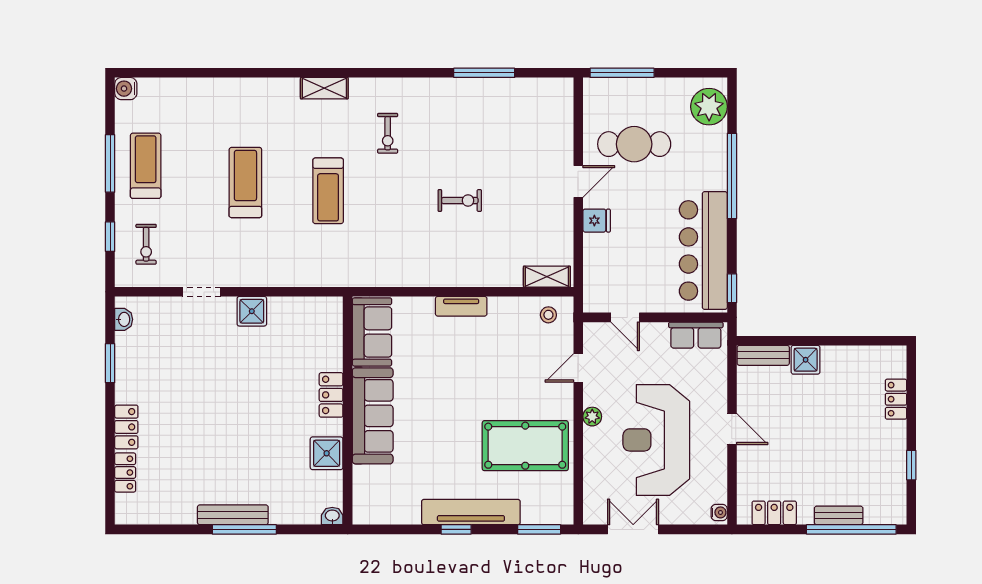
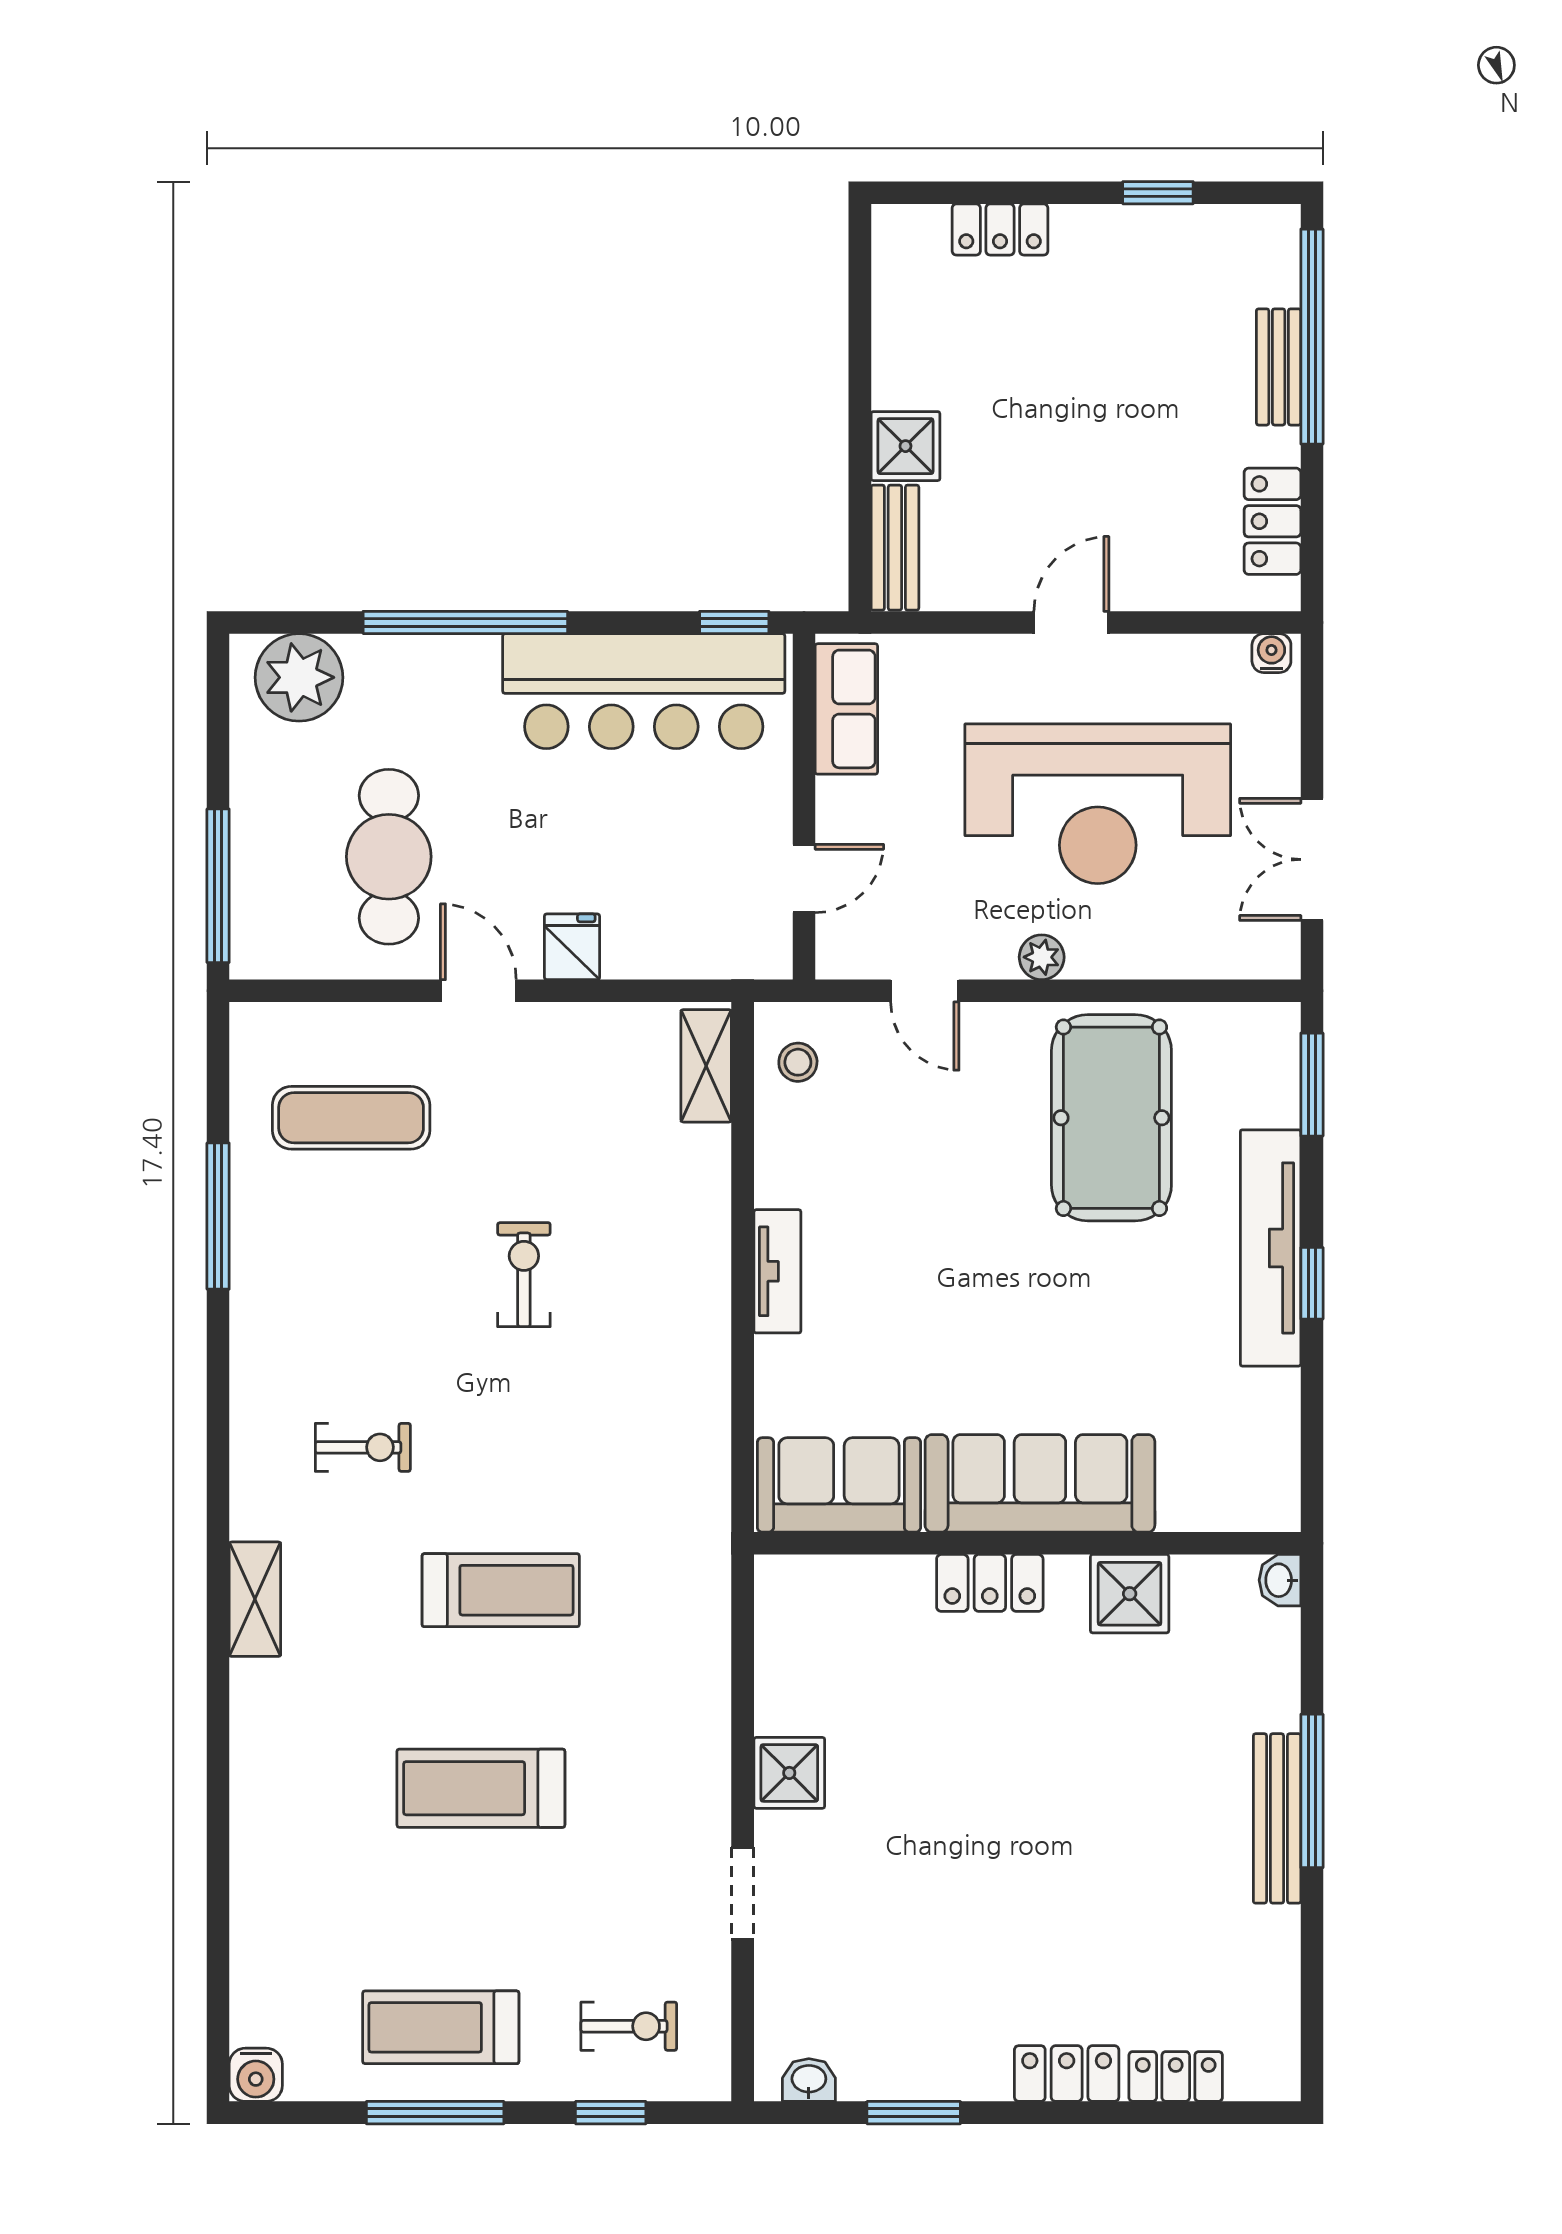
exercise mat: (525, 128) -> (351, 1118), added

